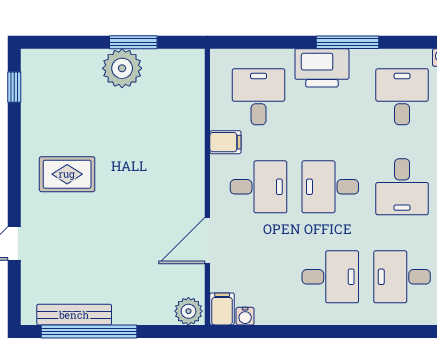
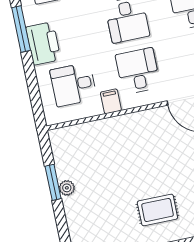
plant: (122, 68) -> (67, 188), width x0.53, depth x0.53
rug: (67, 174) -> (157, 210), turned 90

